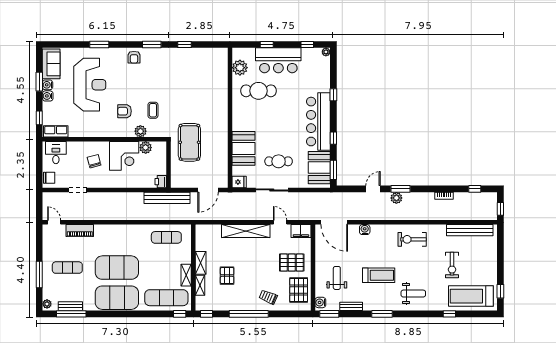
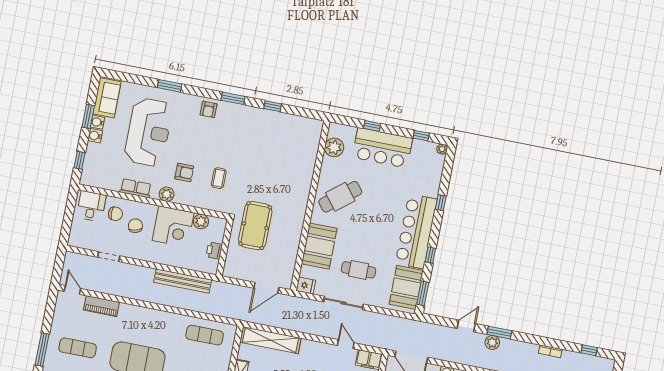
cafe table: (259, 91) -> (340, 197), moved, turned -39
armchair: (125, 111) -> (184, 172), turned 180
row of seats: (56, 131) -> (136, 188), moved
plant: (140, 131) -> (167, 194), moved
chair: (49, 178) -> (115, 214), moved
printer: (161, 182) -> (214, 251), moved
bench: (167, 198) -> (183, 281), moved
shelving: (246, 231) -> (270, 340), moved

